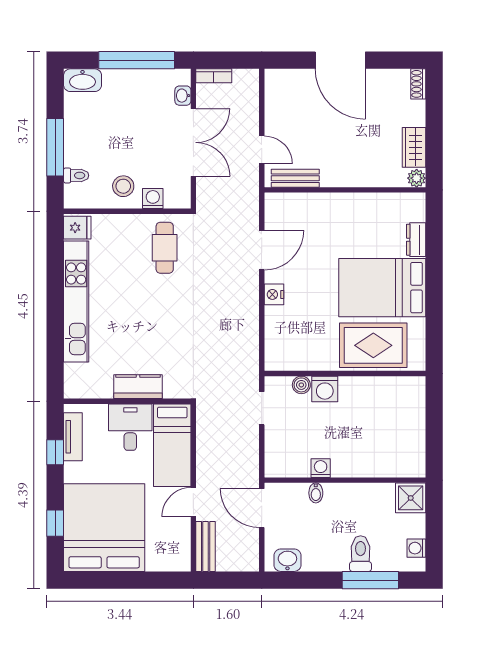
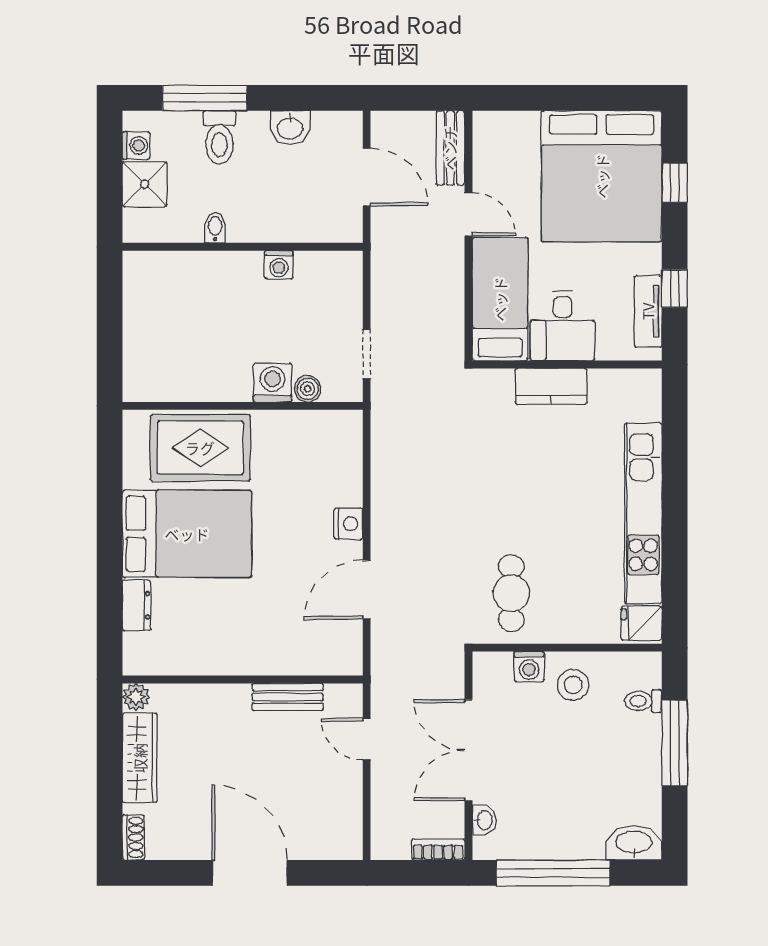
wardrobe: (414, 147) -> (140, 758), width x1.50
bench: (295, 178) -> (288, 697), moved
bidet: (316, 493) -> (215, 228), moved
shower: (411, 498) -> (145, 184), moved
door: (193, 502) -> (468, 214), hinge flipped
door: (262, 508) -> (367, 177), moved
washbasin: (287, 560) -> (290, 127), moved

